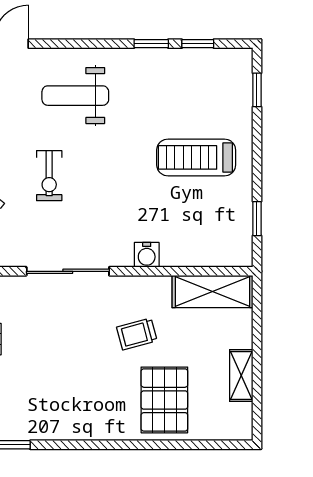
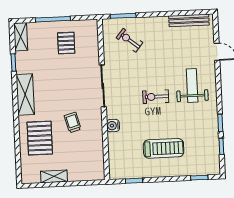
treadmill: (196, 157) -> (164, 148), turned 90
exercise bike: (49, 176) -> (156, 97), moved
shelving: (213, 291) -> (25, 94), moved
pallet: (164, 400) -> (40, 138), turned 90

